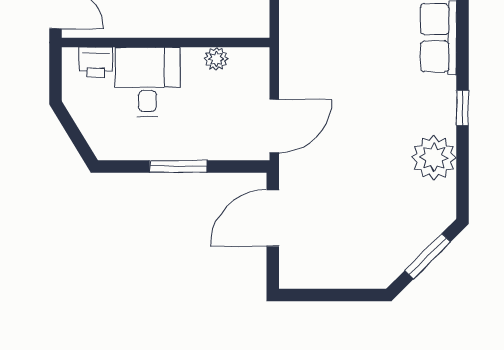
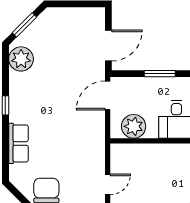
plant: (216, 59) -> (134, 126), width x1.88, depth x1.88
plant: (434, 158) -> (21, 59), moved

